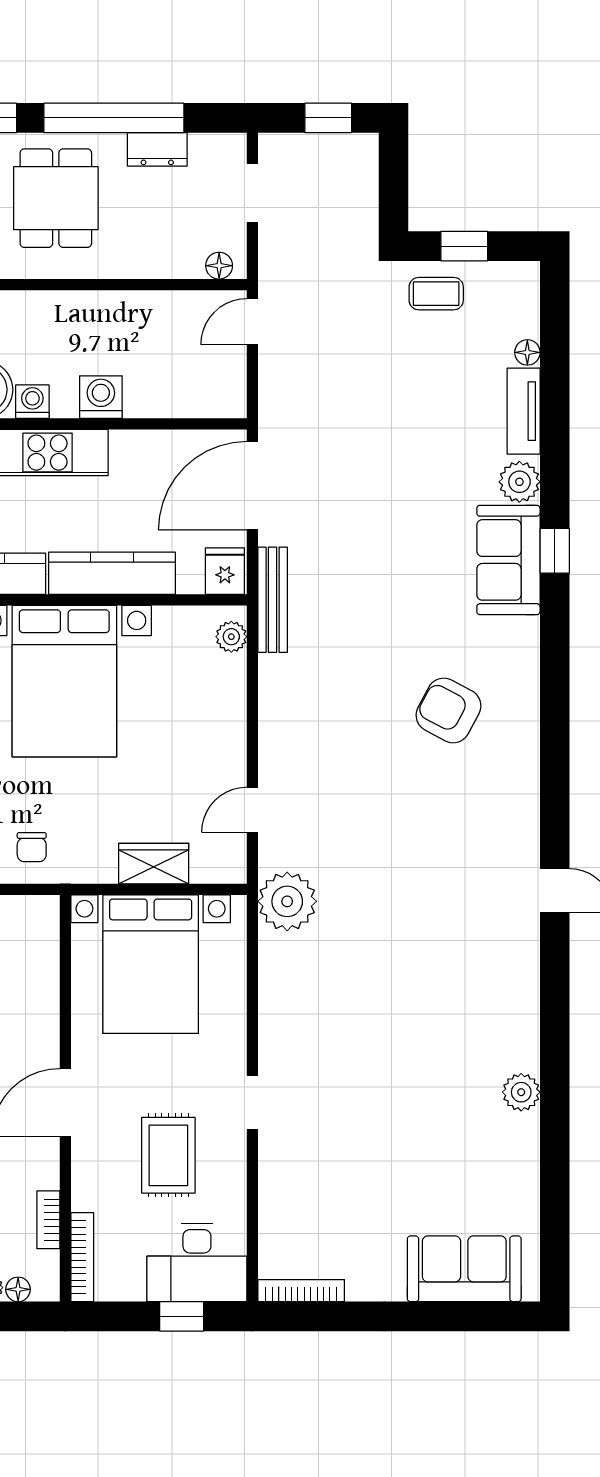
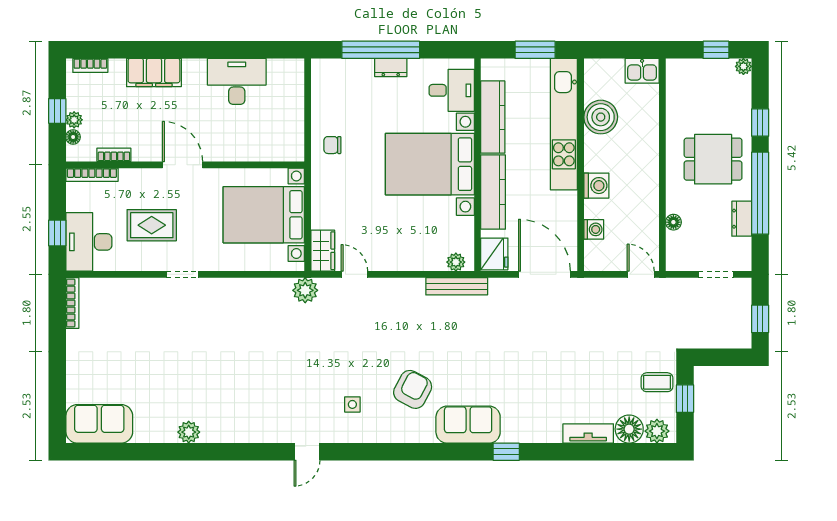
floor lamp: (219, 266) -> (673, 222), moved
coffee table: (436, 294) -> (657, 382), turned 90
floor lamp: (527, 352) -> (629, 429), width x1.89, depth x1.89
washing machine: (32, 402) -> (594, 229), moved
plant: (519, 482) -> (657, 431), moved
sofa: (508, 560) -> (468, 425), moved
fridge: (225, 571) -> (494, 254), width x1.38
bench: (273, 600) -> (457, 286), moved
side table: (474, 813) -> (352, 404), added
wardrobe: (154, 864) -> (323, 251), moved
plant: (287, 901) -> (305, 290), width x0.73, depth x0.73
sofa: (464, 1269) -> (99, 424), moved, turned -90

